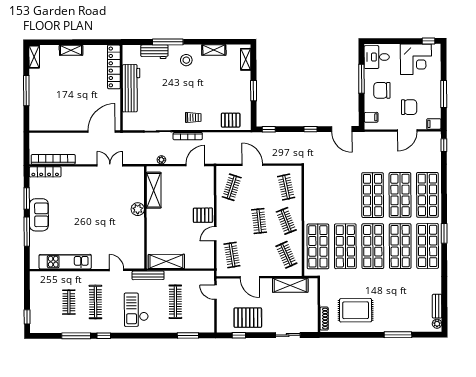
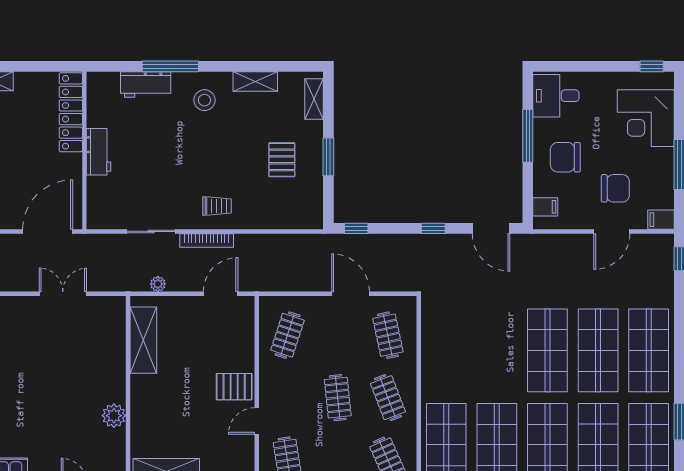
corner desk: (416, 59) -> (646, 118), moved, turned 90
workbench: (131, 88) -> (99, 152), width x0.53, depth x0.76
pallet: (231, 120) -> (282, 160), moved, turned 90
door: (252, 165) -> (351, 294), moved
plant: (138, 209) -> (114, 416), moved

